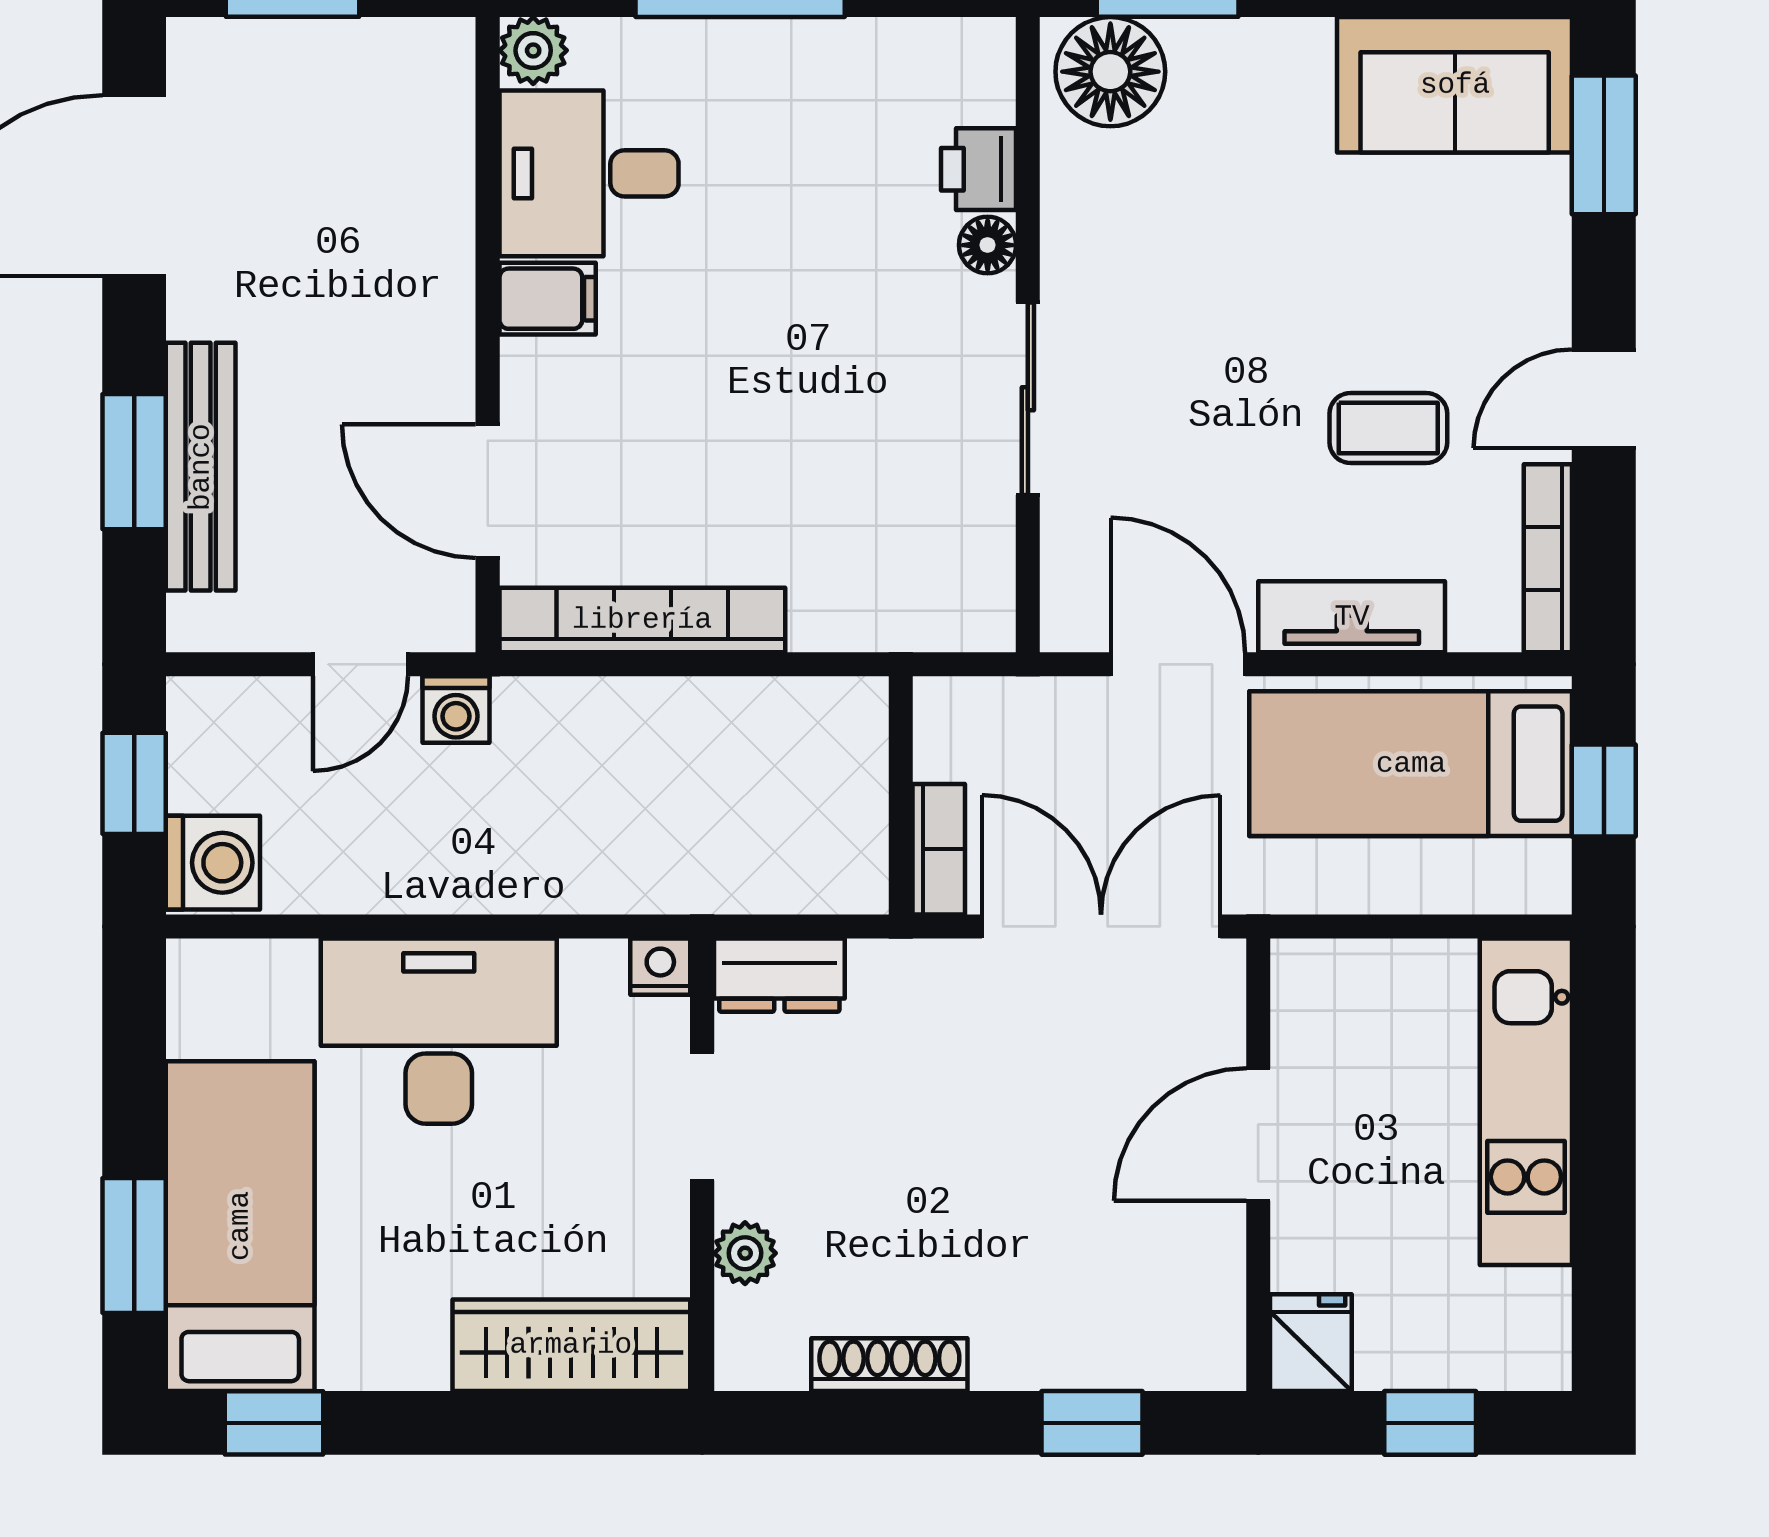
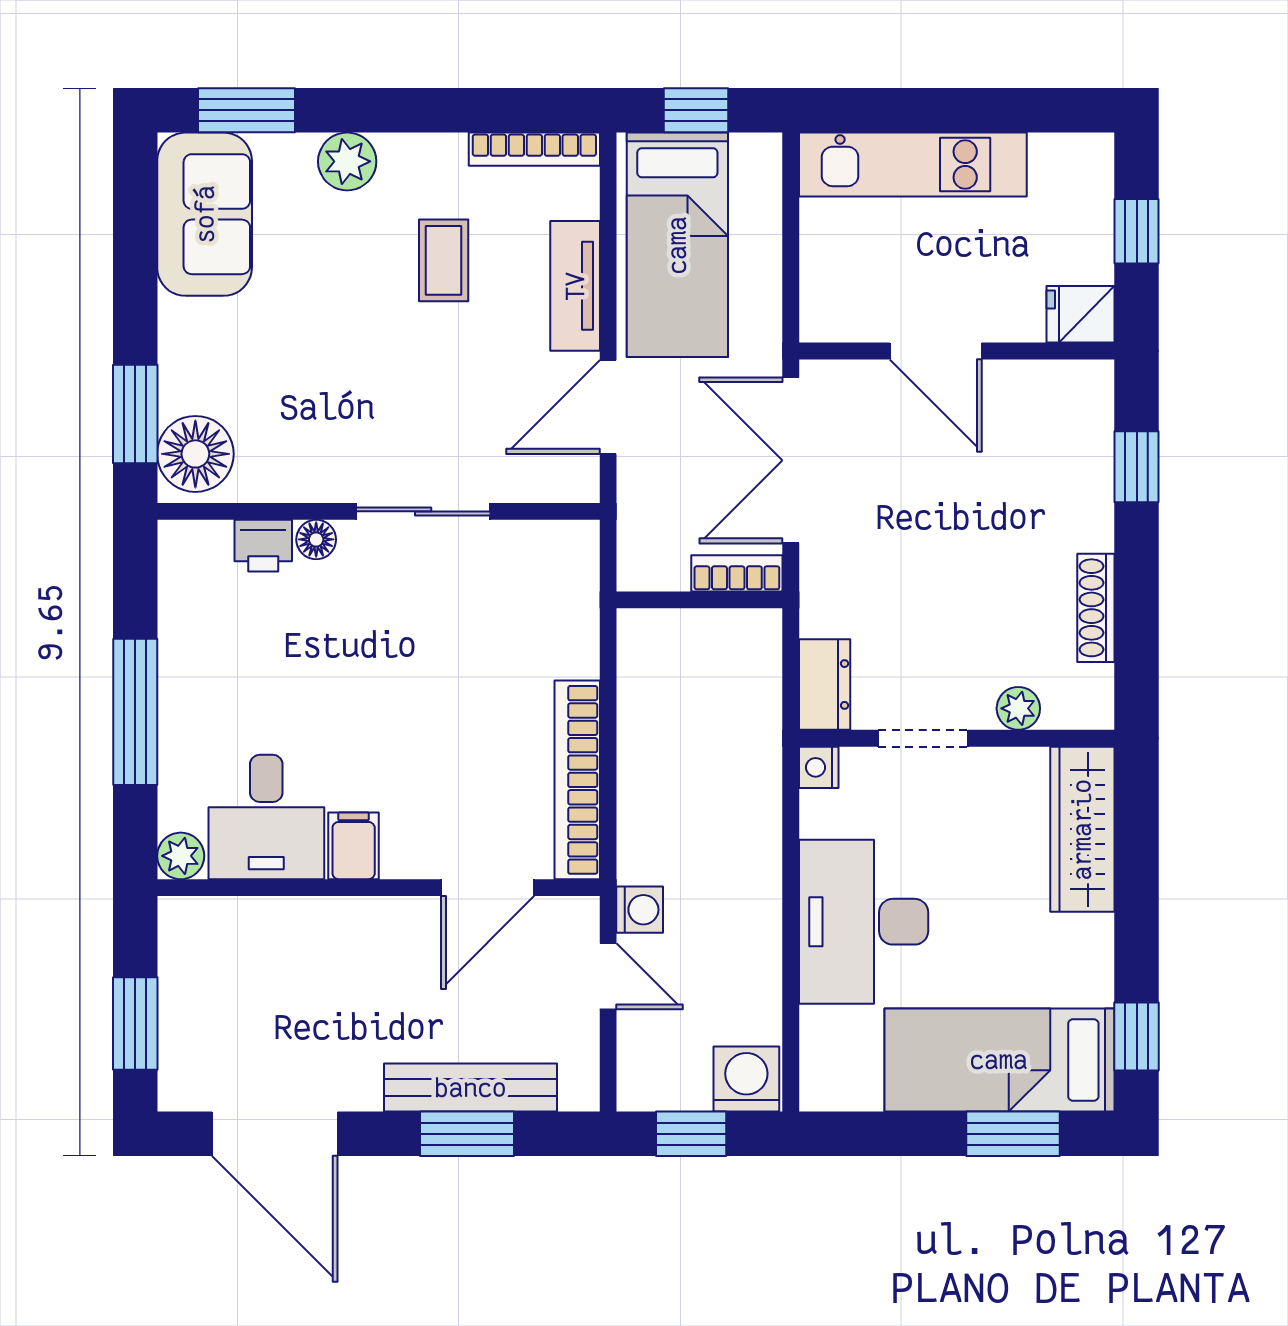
plant: (1530, 290) -> (347, 161), added
door: (1604, 399) -> (423, 110), removed

